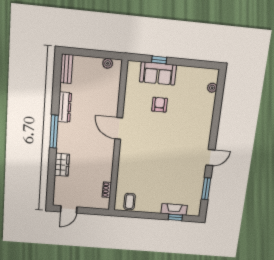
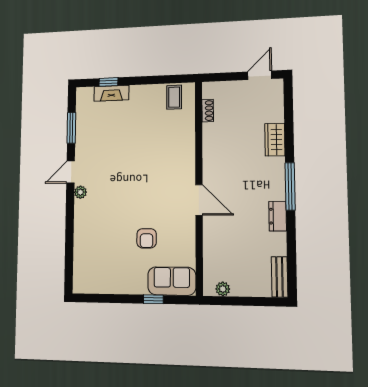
sofa: (158, 73) -> (172, 281), moved
plant: (212, 88) -> (80, 192), moved
dresser: (65, 107) -> (278, 216), width x0.70

